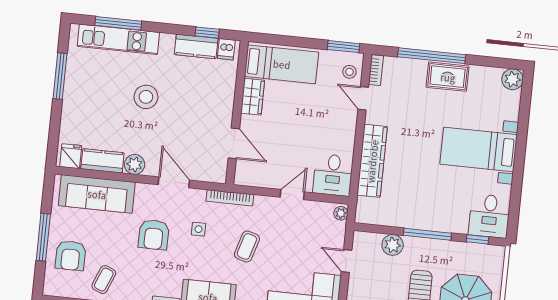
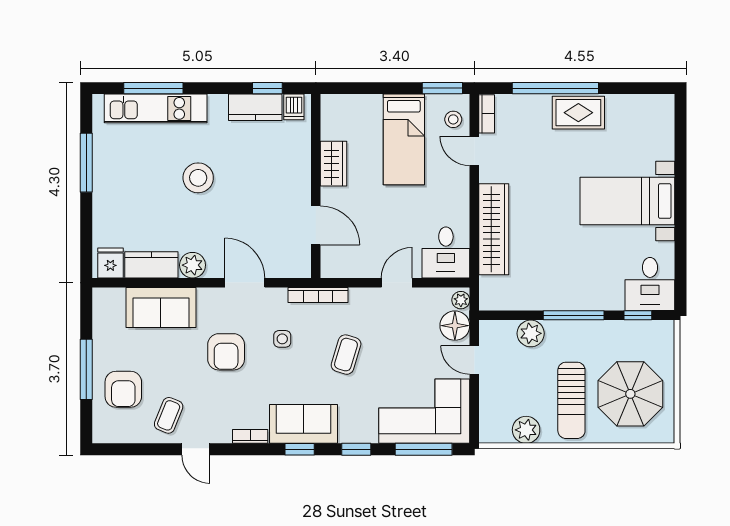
bed: (282, 64) -> (404, 139), moved, turned 90
plant: (512, 79) -> (661, 107), removed
sofa: (97, 194) -> (161, 307), width x0.73
floor lamp: (334, 233) -> (455, 326), added

